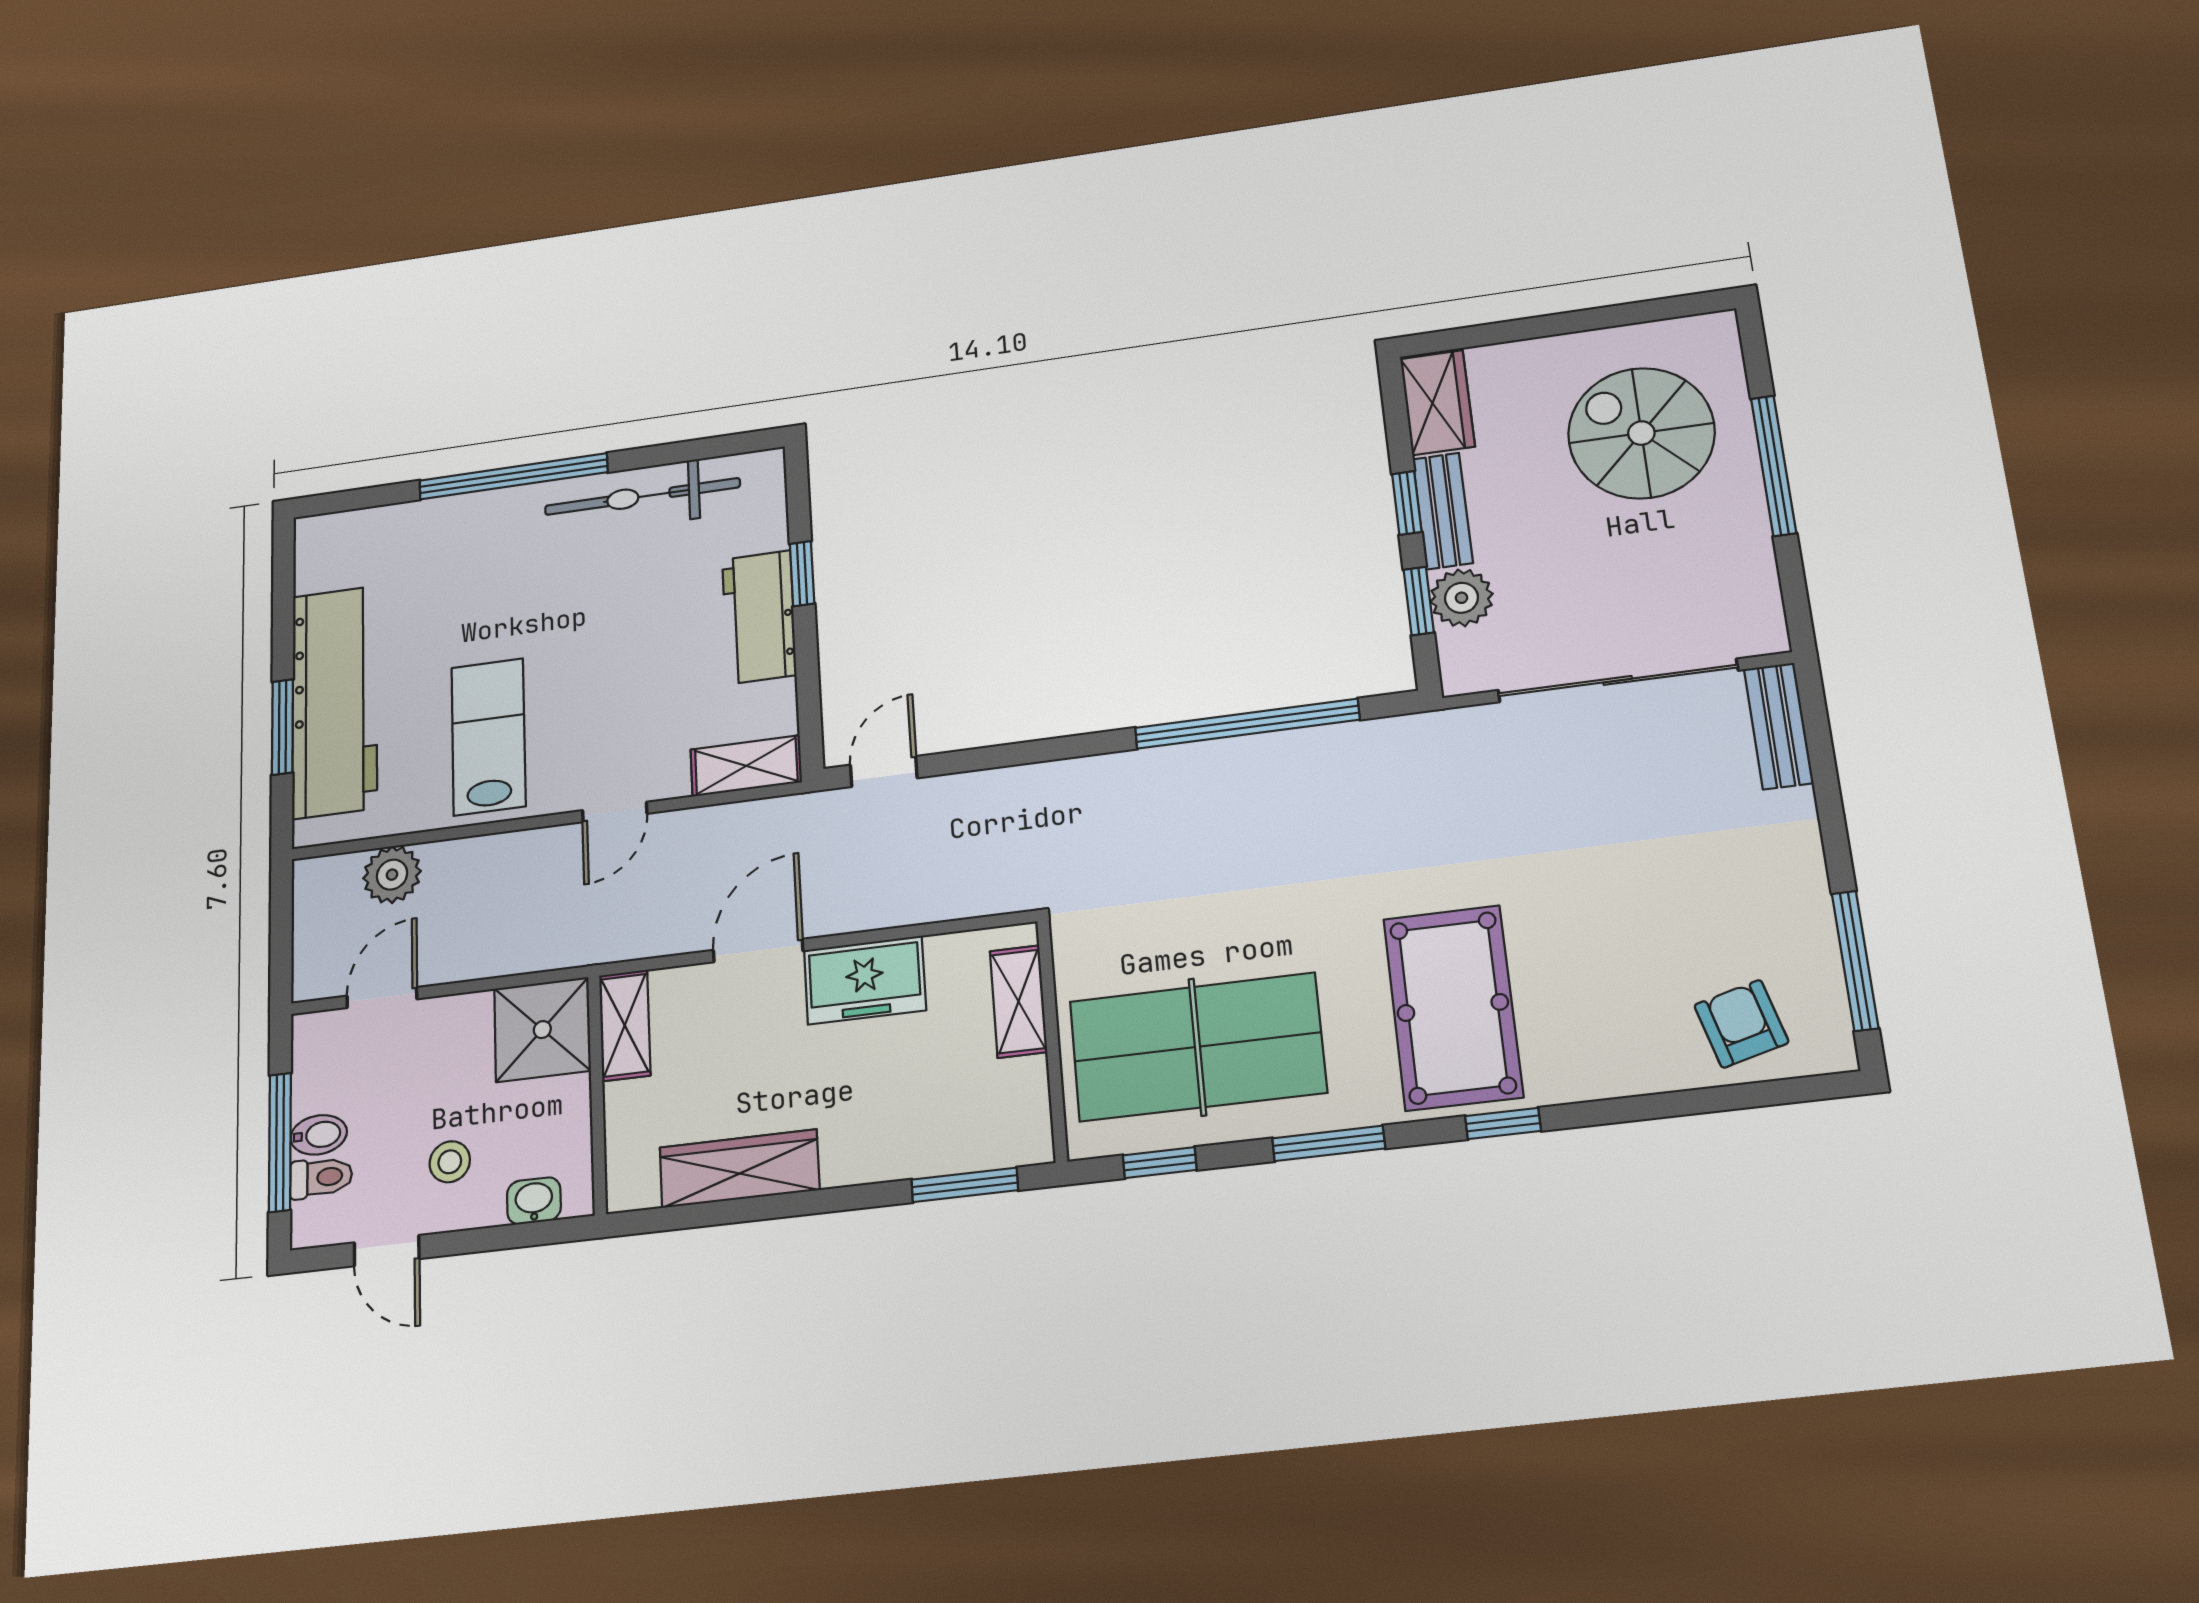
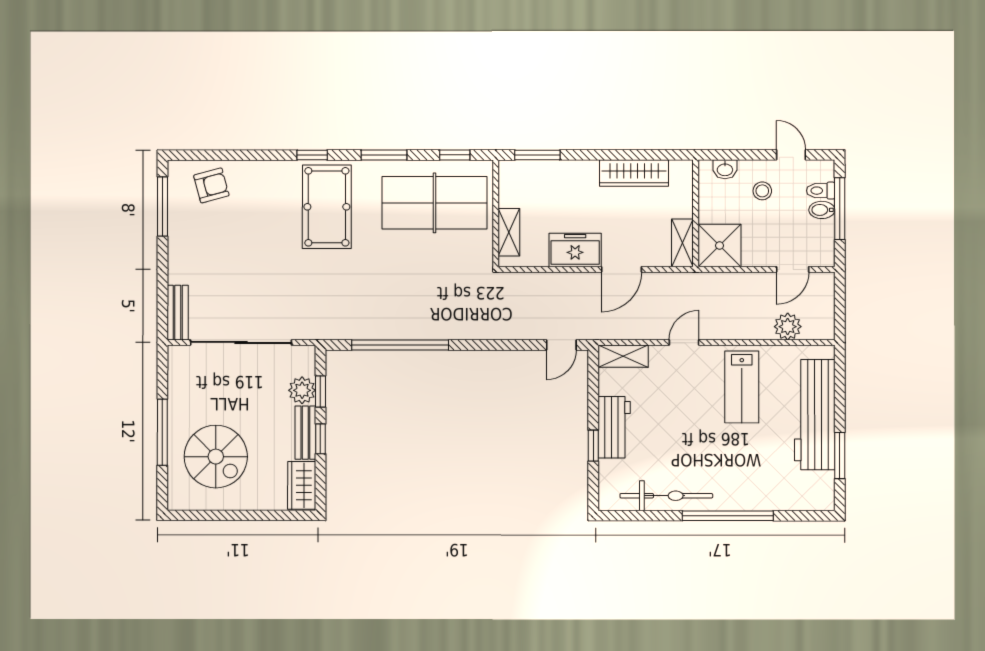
window: (282, 727) -> (840, 455), moved
armchair: (1741, 1024) -> (211, 185), turned -90

